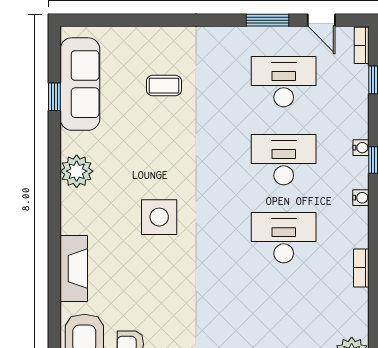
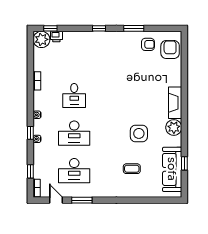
side table: (159, 217) -> (139, 133), moved
desk: (284, 238) -> (74, 96), width x0.73
fireplace: (74, 269) -> (175, 103), moved

